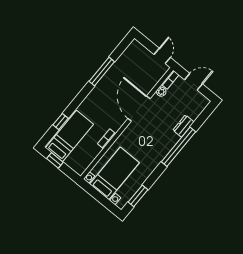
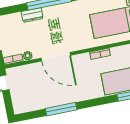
door: (139, 109) -> (56, 57), hinge flipped

